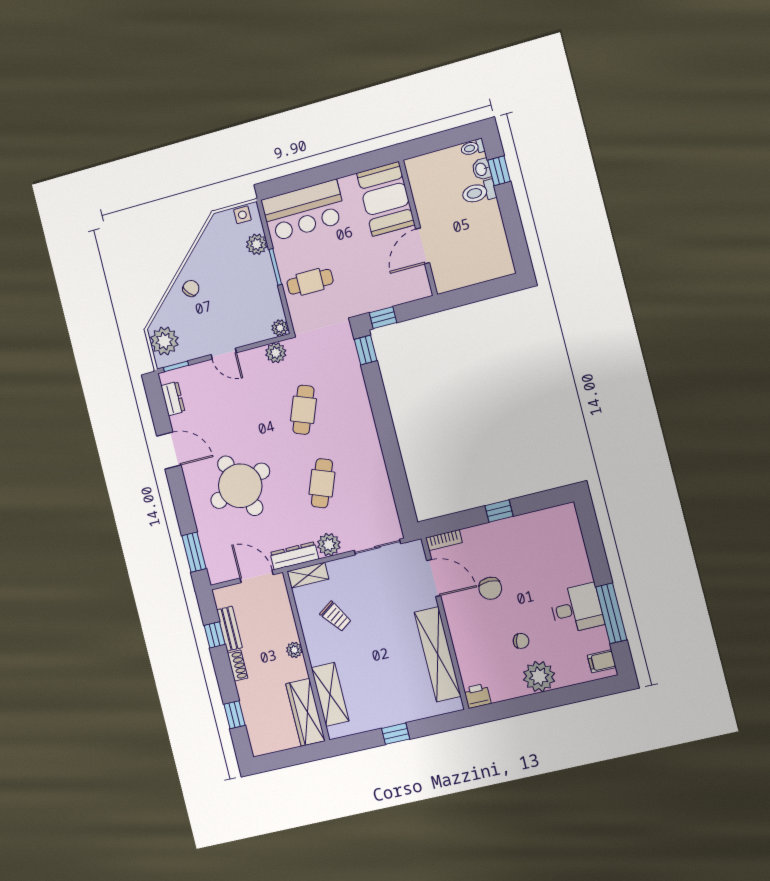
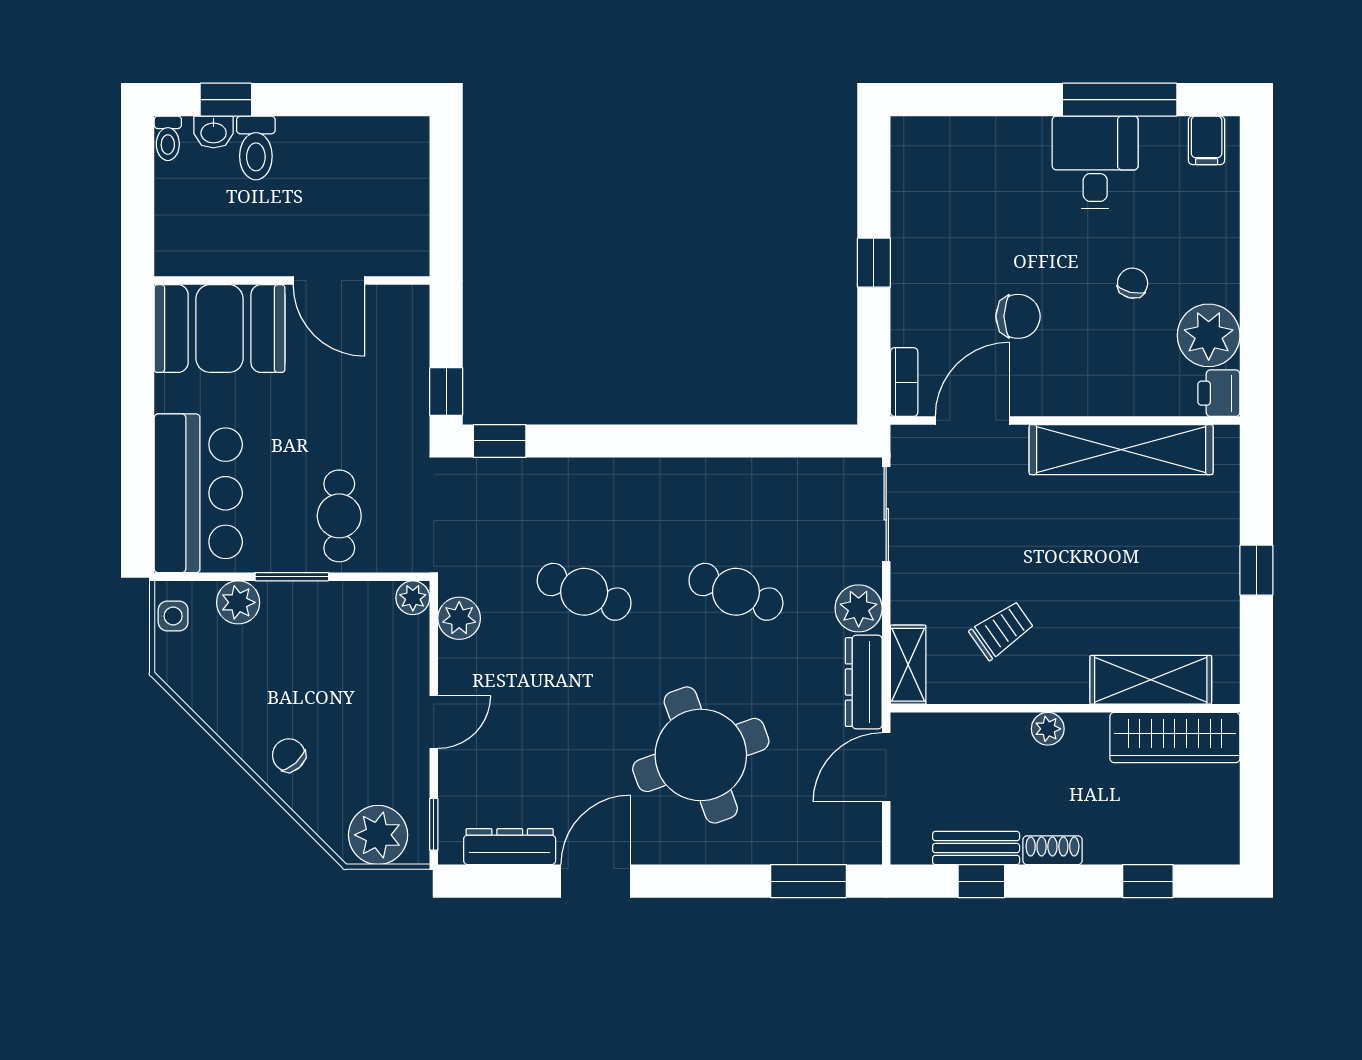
dresser: (173, 399) -> (510, 847), width x1.44
plant: (539, 677) -> (1209, 335), moved

